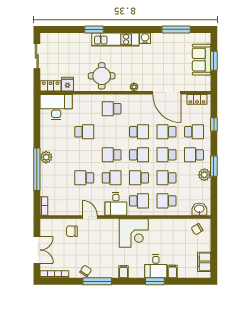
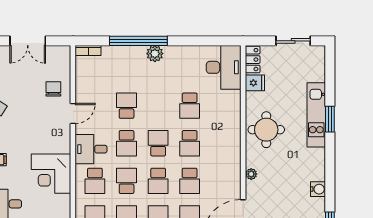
kitchen unit: (115, 39) -> (316, 115), moved
school desk: (112, 109) -> (190, 143), moved, turned 180

